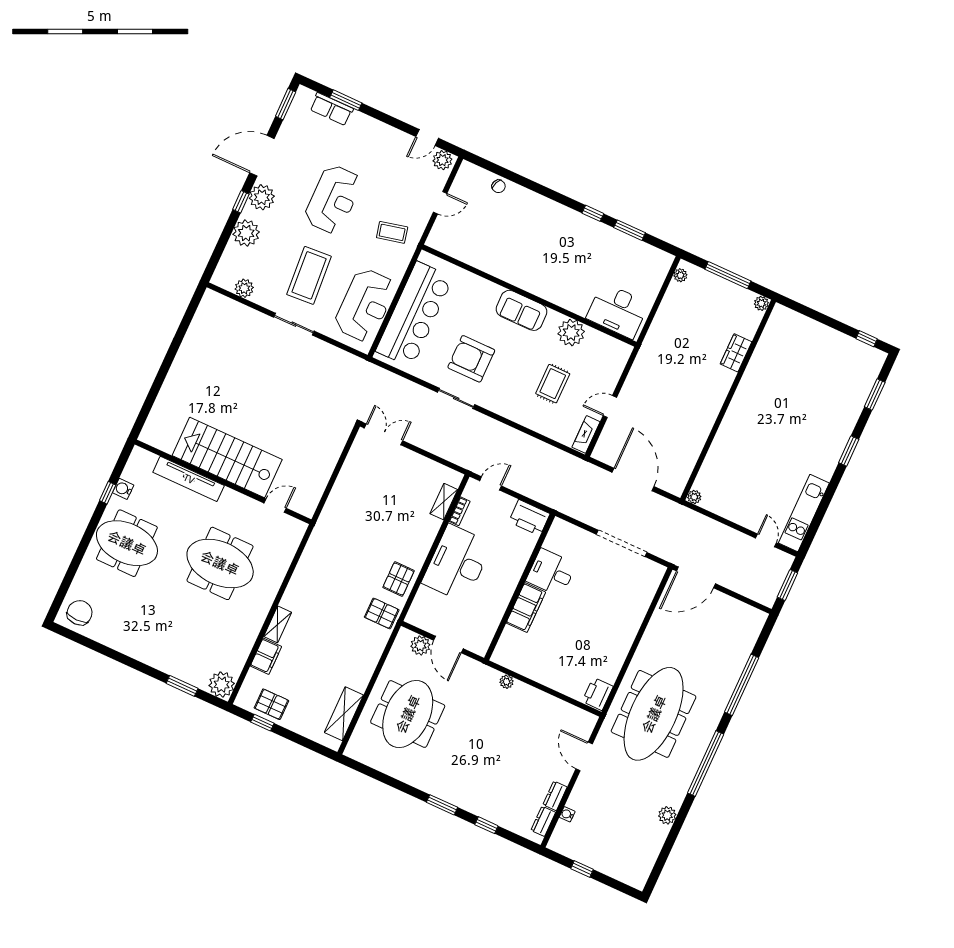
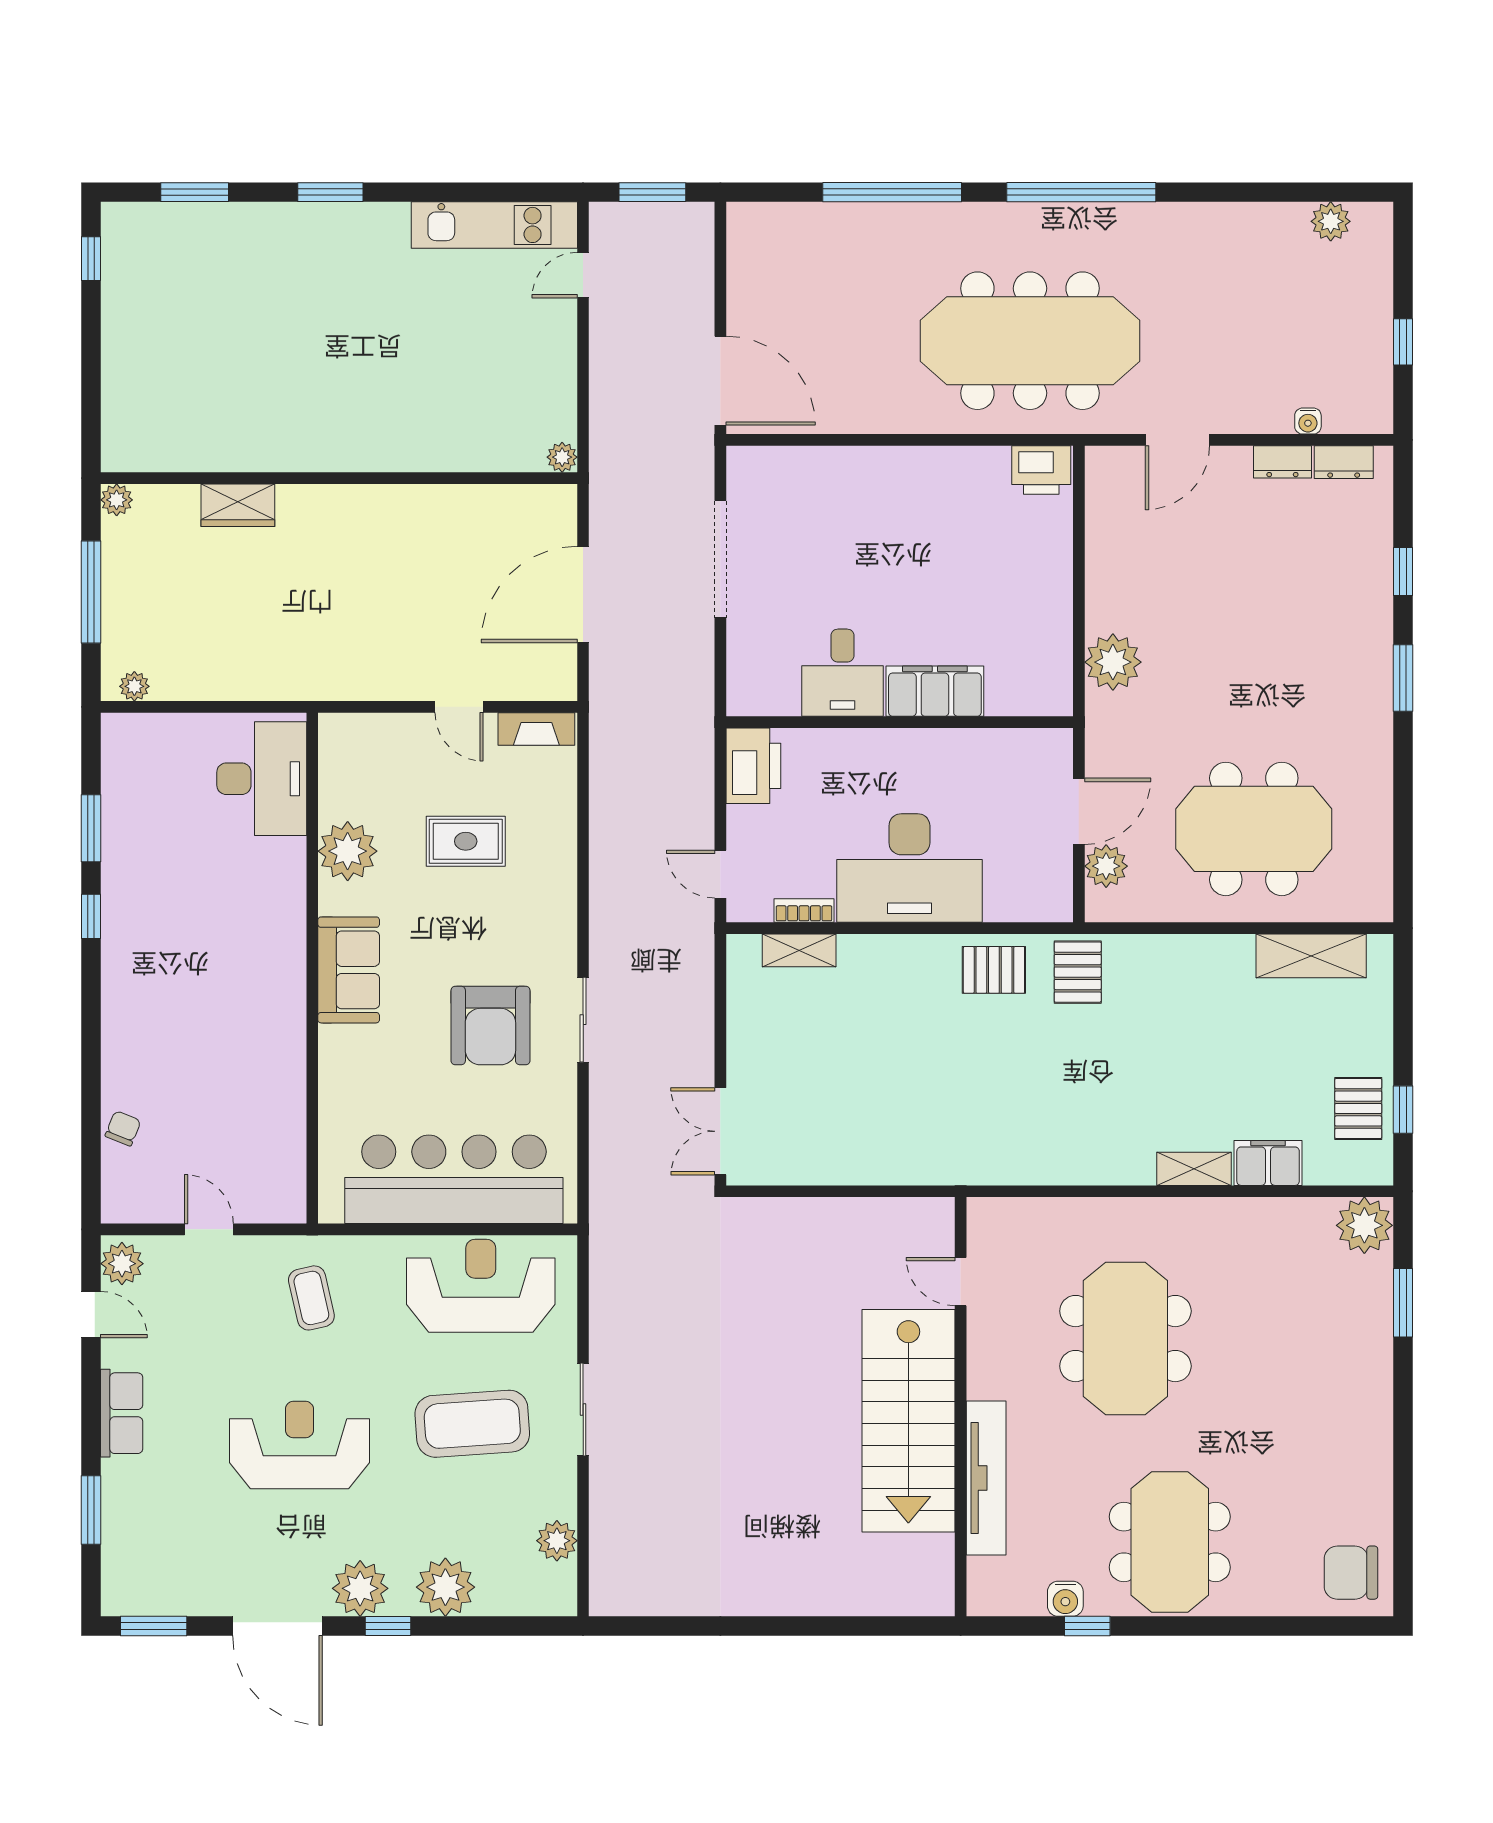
row of seats: (331, 109) -> (122, 1413), moved
plant: (507, 682) -> (1113, 662), width x1.88, depth x1.88
plant: (667, 815) -> (1331, 221), moved

